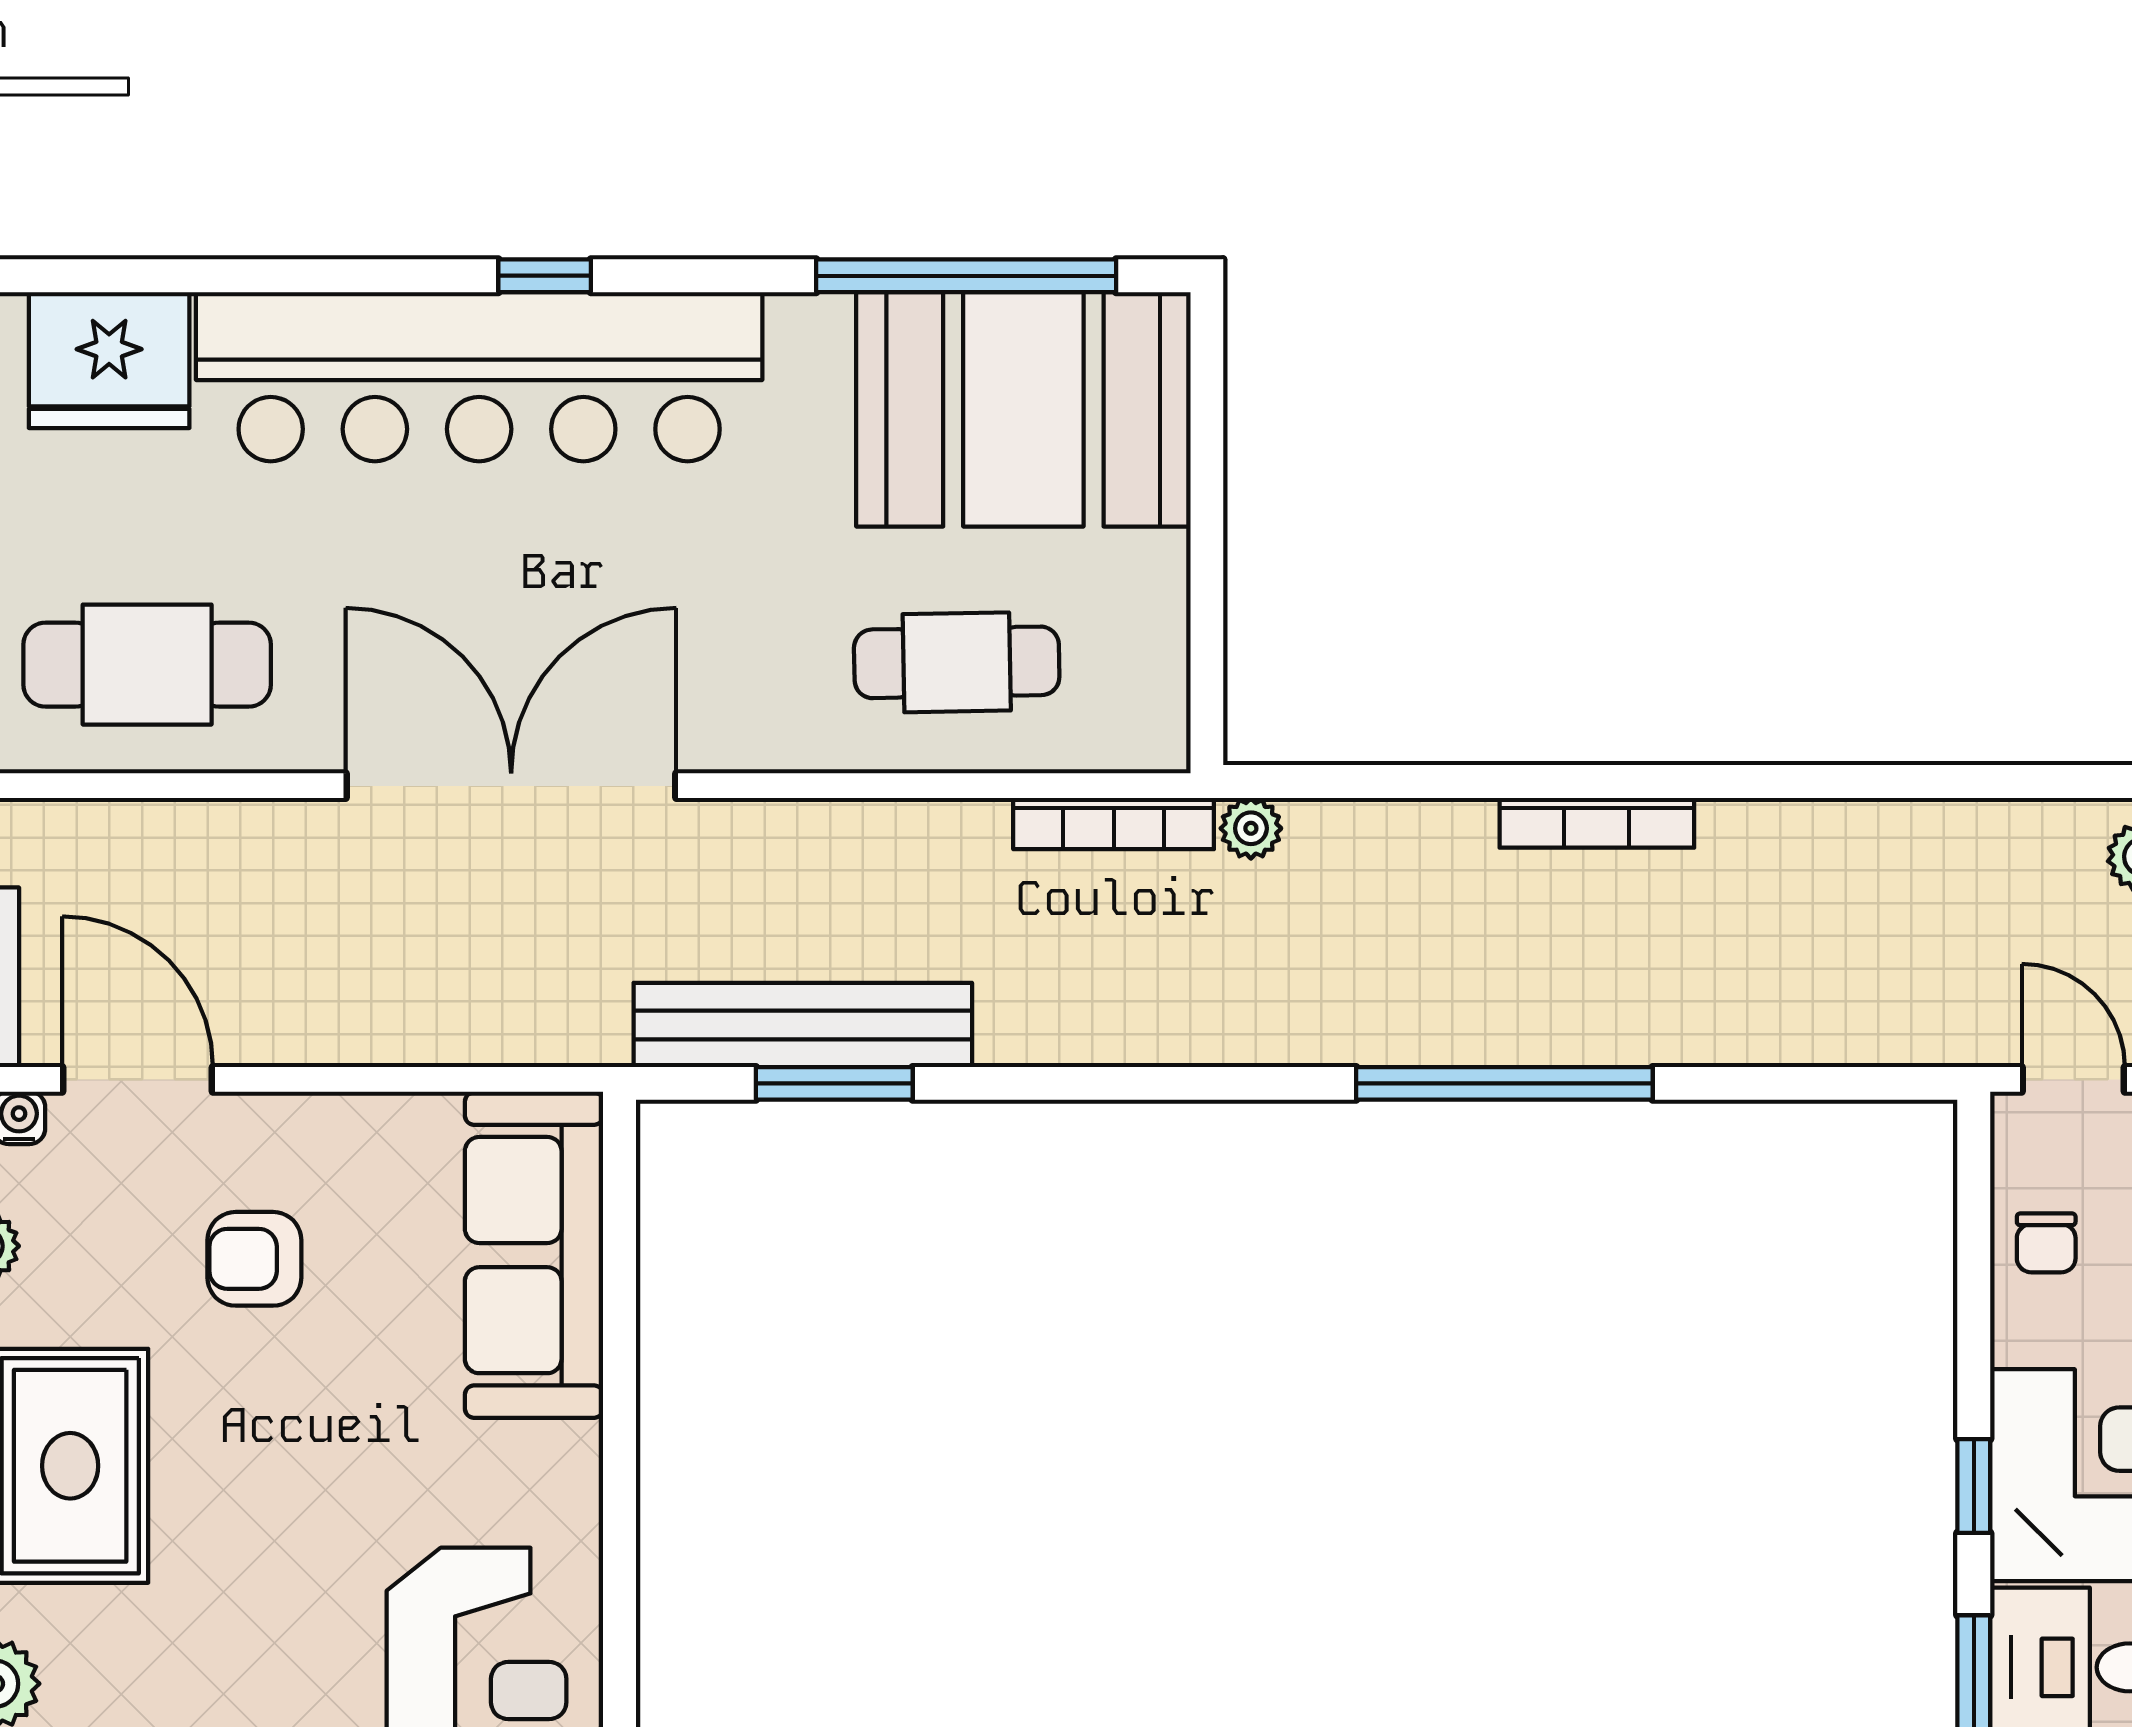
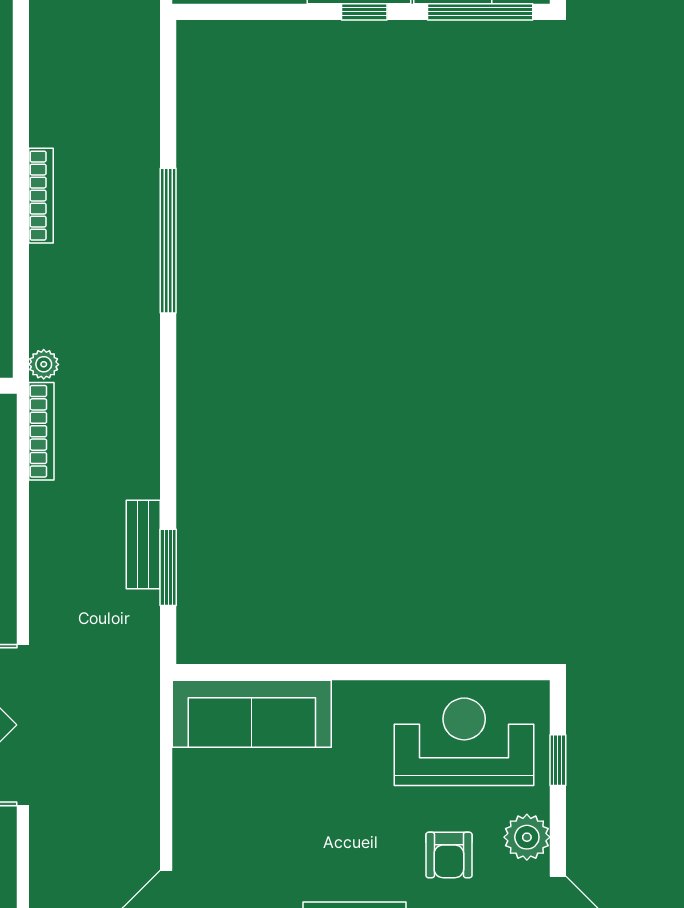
bench: (803, 1025) -> (143, 544), width x0.54, depth x0.82
armchair: (254, 1259) -> (449, 855), moved

